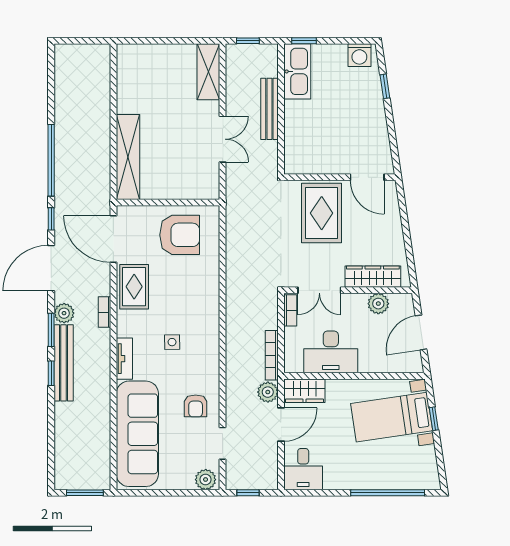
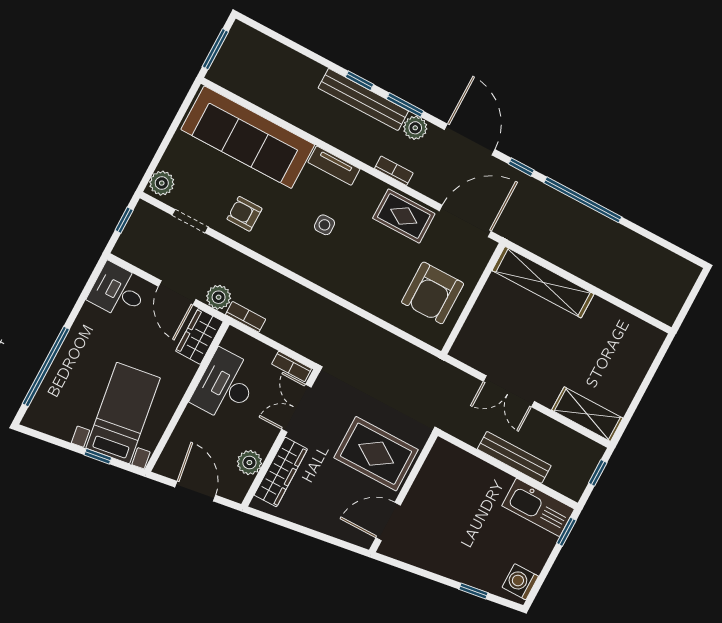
bookcase: (272, 355) -> (246, 317), width x0.64

